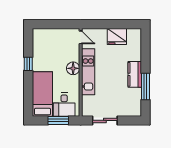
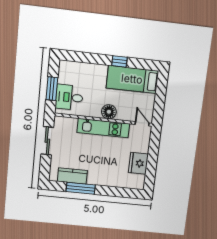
door: (81, 37) -> (142, 124), swing flipped
kitchen counter: (135, 74) -> (72, 176), moved
bed: (42, 94) -> (132, 79), moved, turned 180

